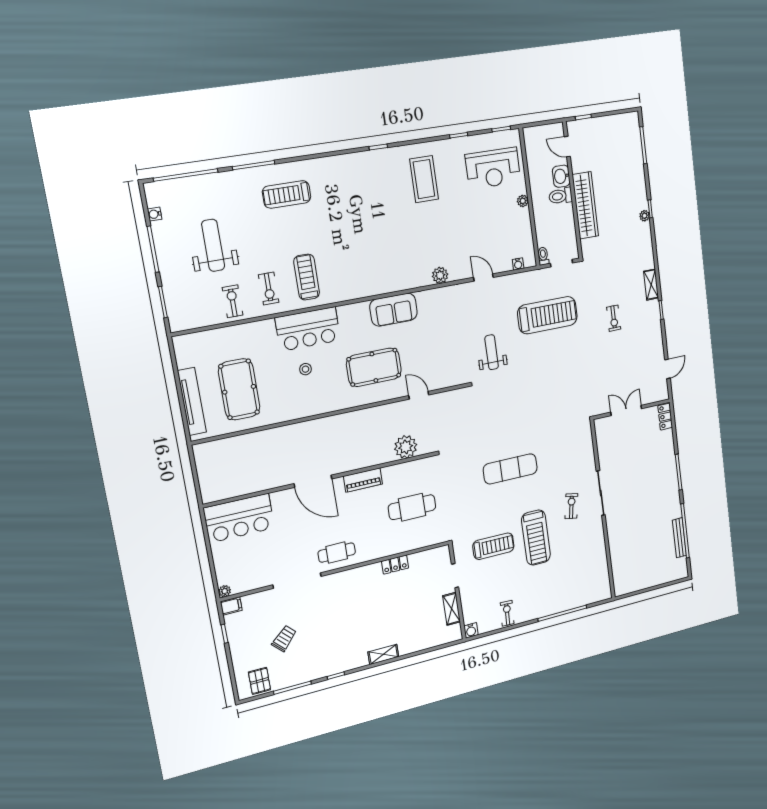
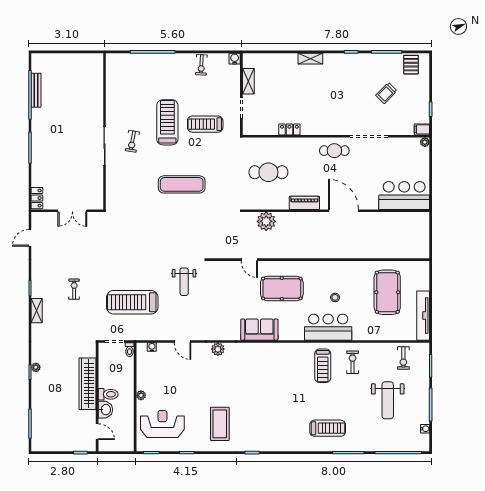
exercise bike: (233, 301) -> (403, 358), moved
tv unit: (192, 401) -> (423, 316), moved

